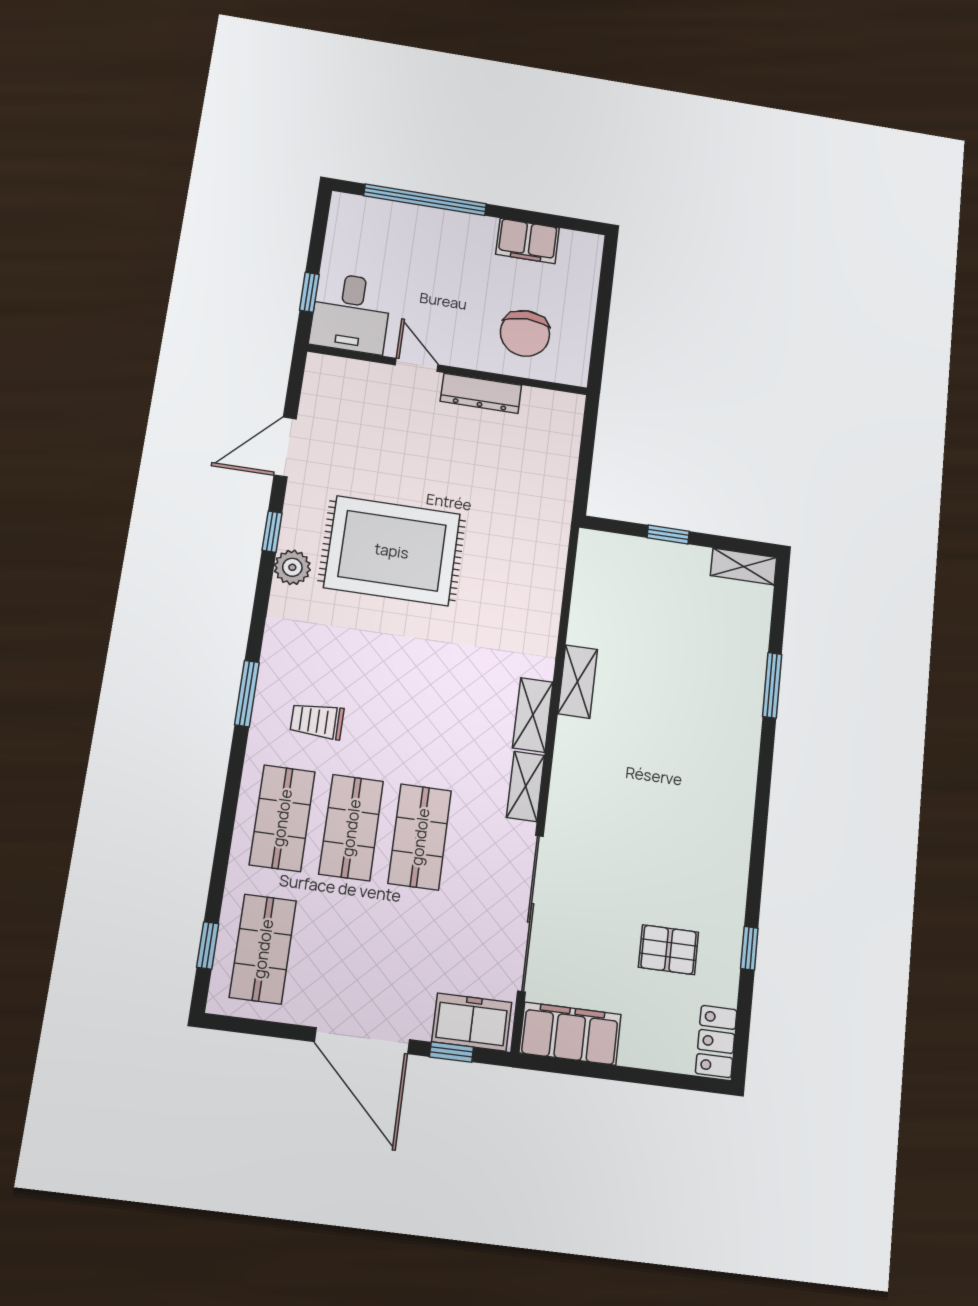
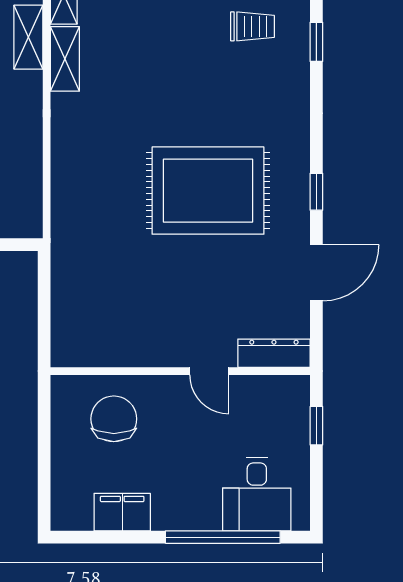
desk: (351, 313) -> (257, 494), moved, turned 180
dresser: (481, 393) -> (274, 353), moved
plant: (292, 567) -> (294, 162), removed
shelving: (578, 682) -> (28, 37), moved
window: (247, 694) -> (316, 42), width x0.67

